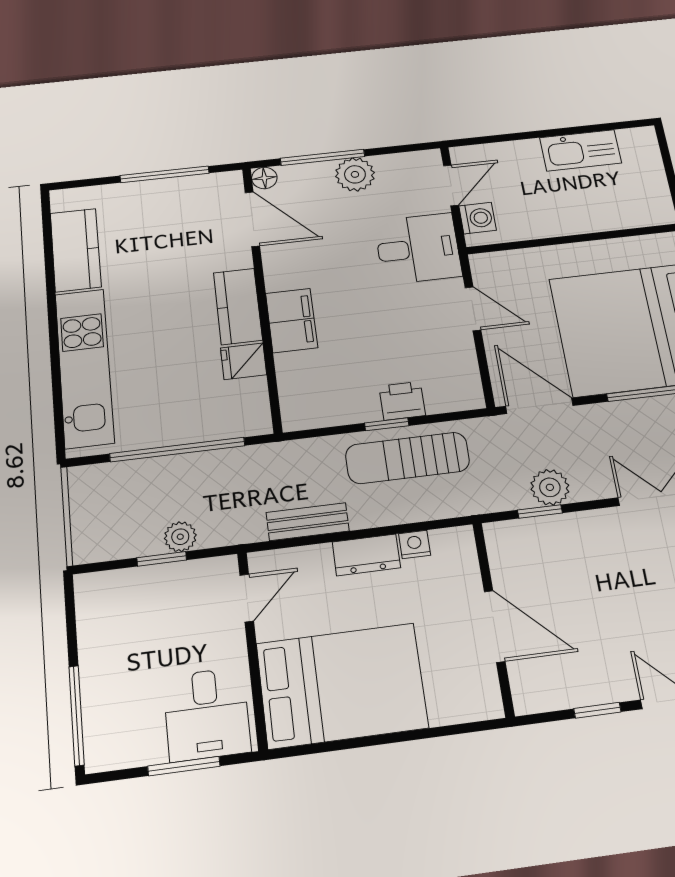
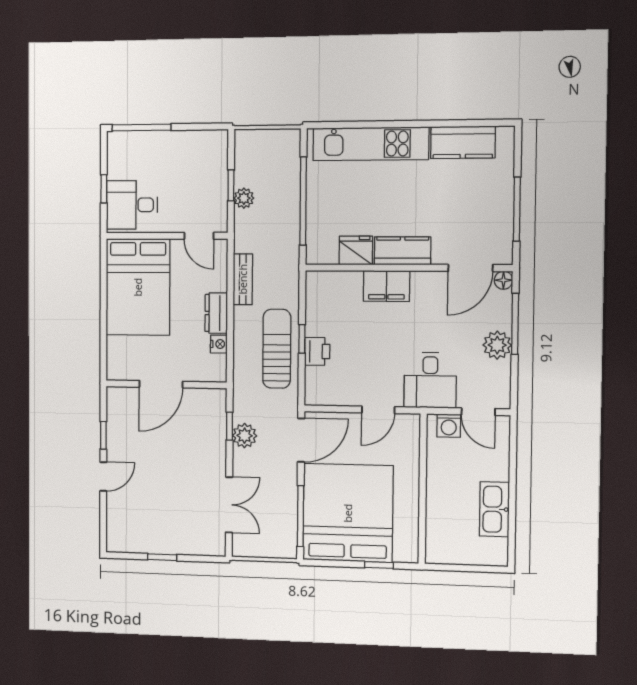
fridge: (244, 361) -> (356, 250), width x1.38
window: (184, 766) -> (104, 189), width x0.67

